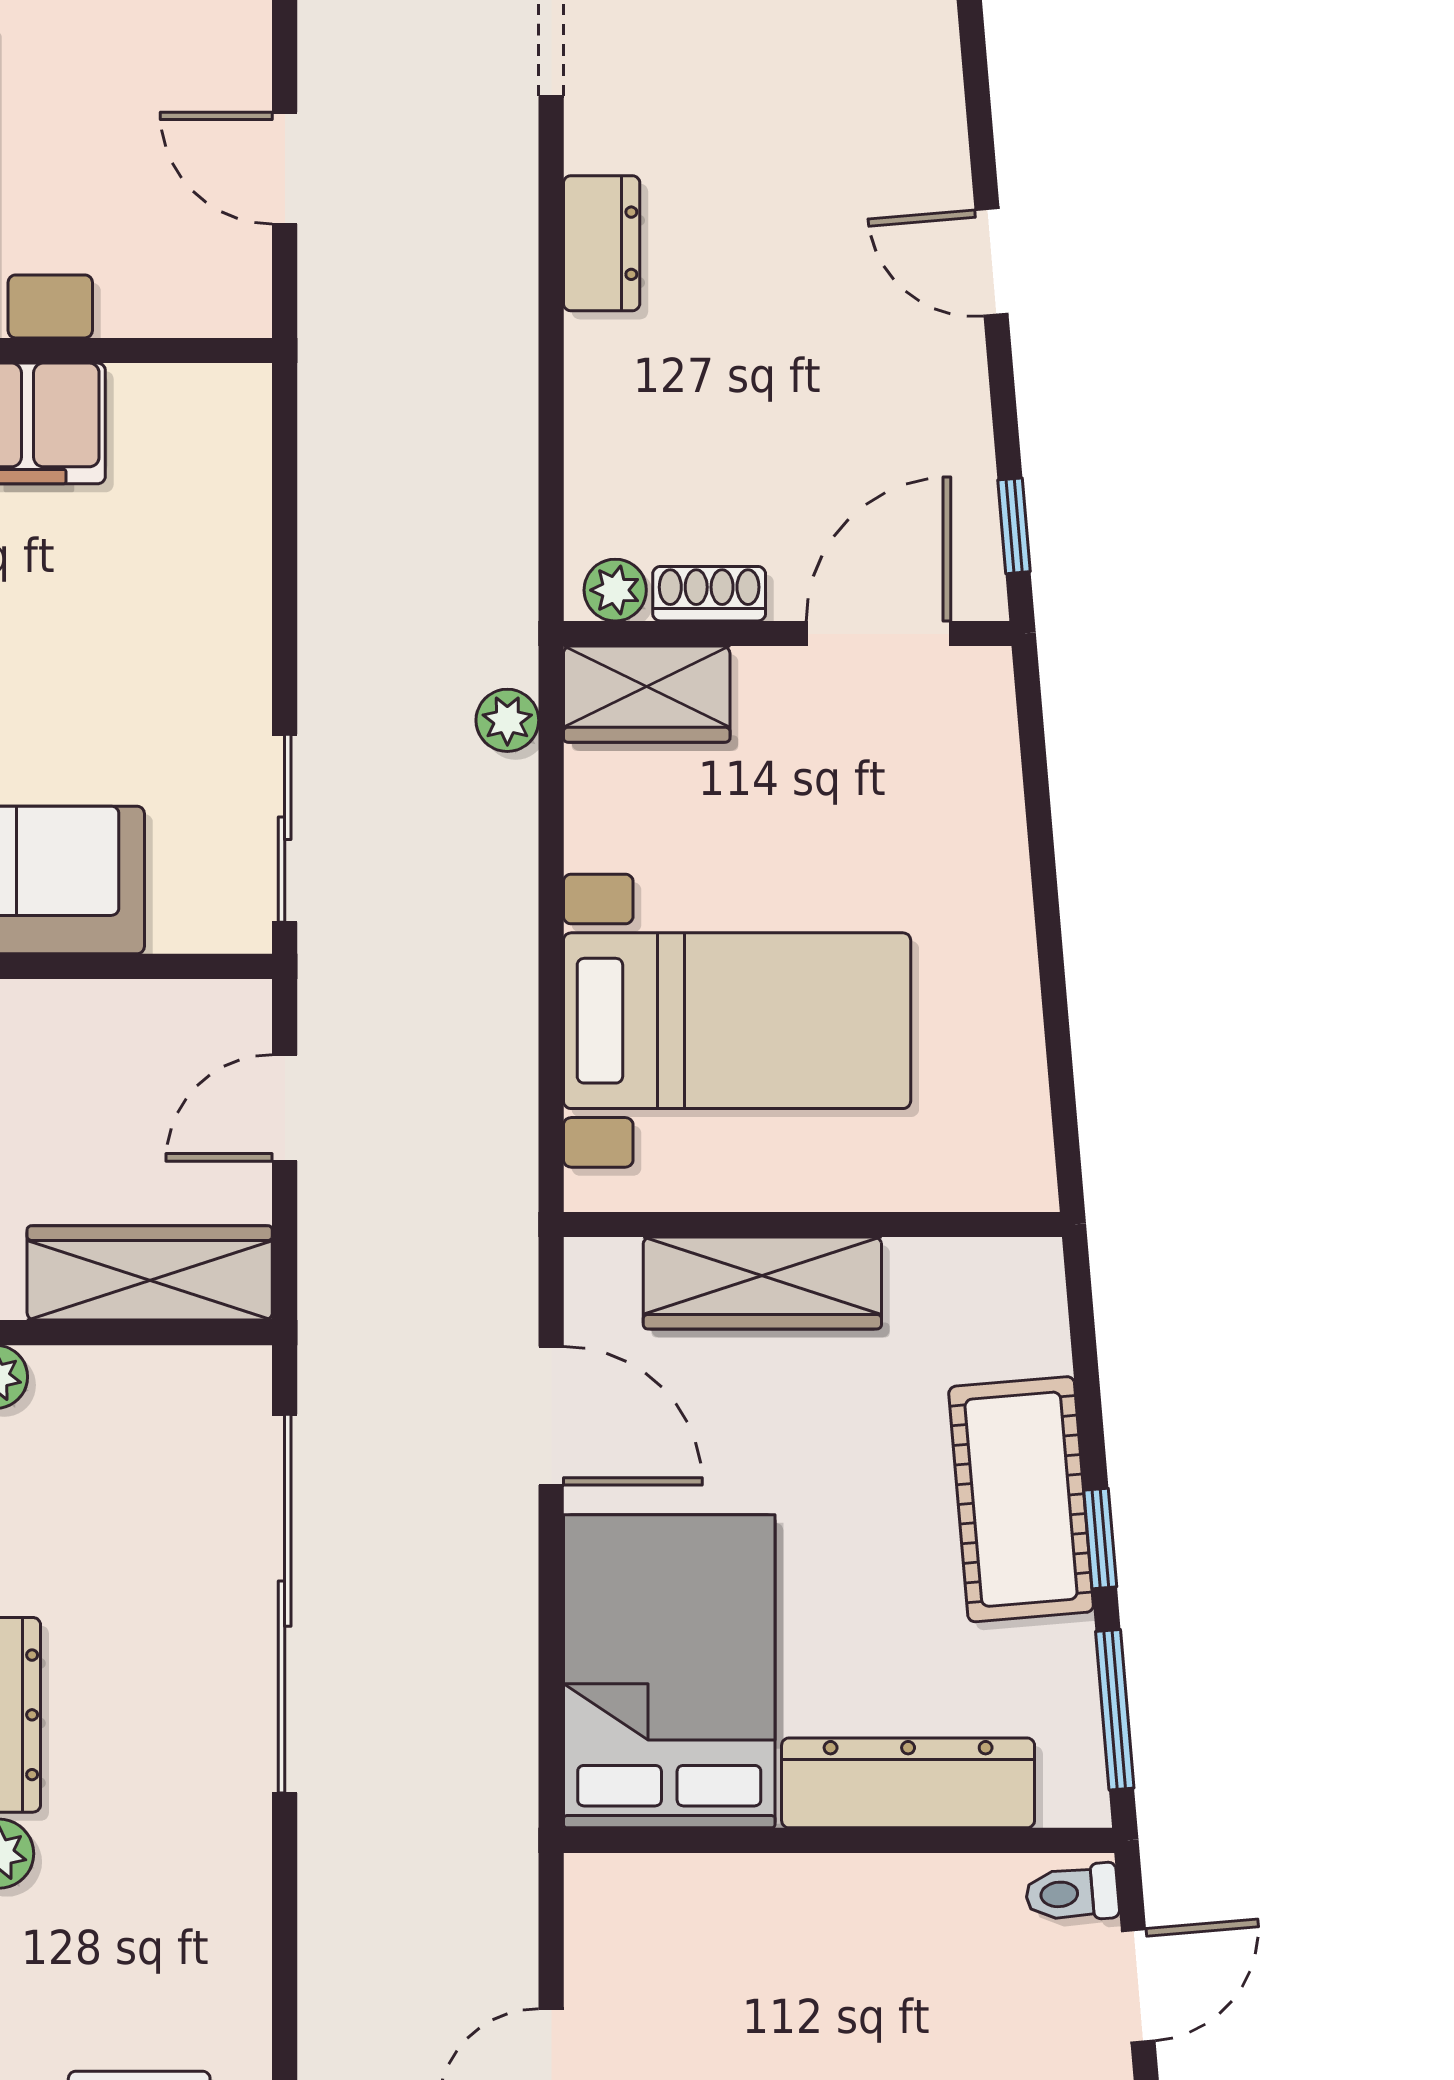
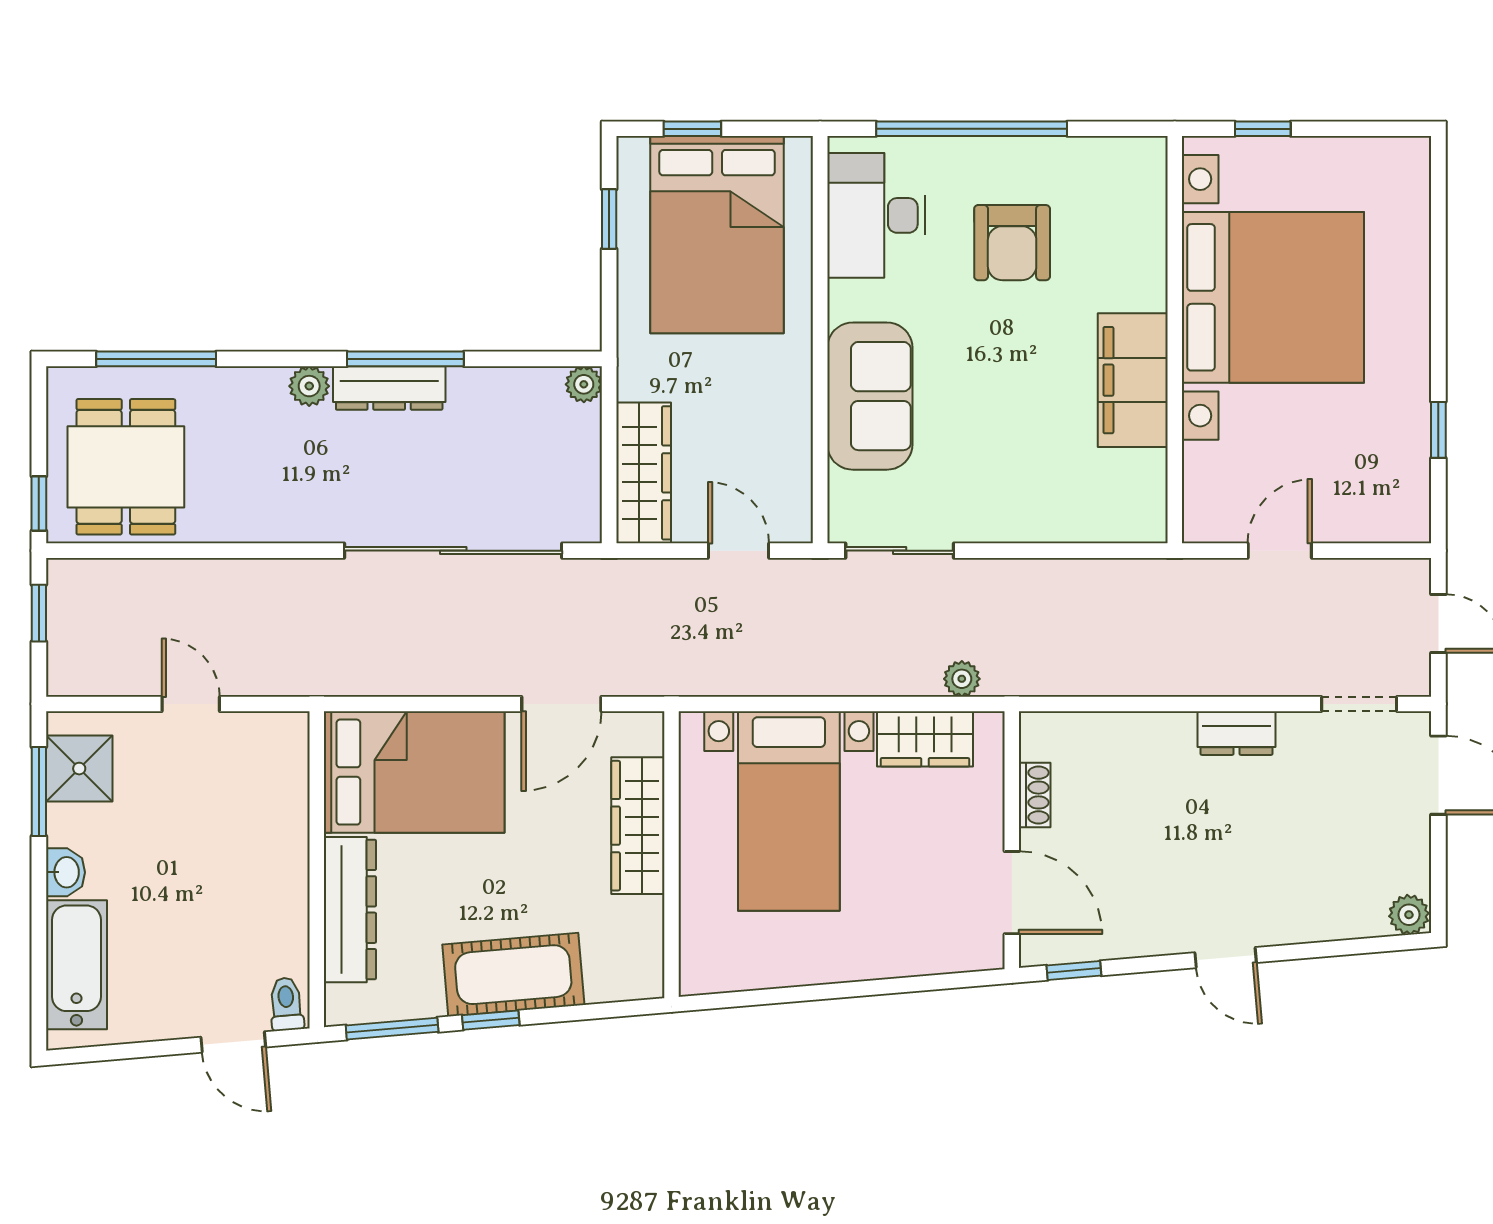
door: (992, 262) -> (1226, 958), swing flipped
plant: (615, 590) -> (1037, 741), removed
wardrobe: (647, 694) -> (925, 739), moved, turned -90

